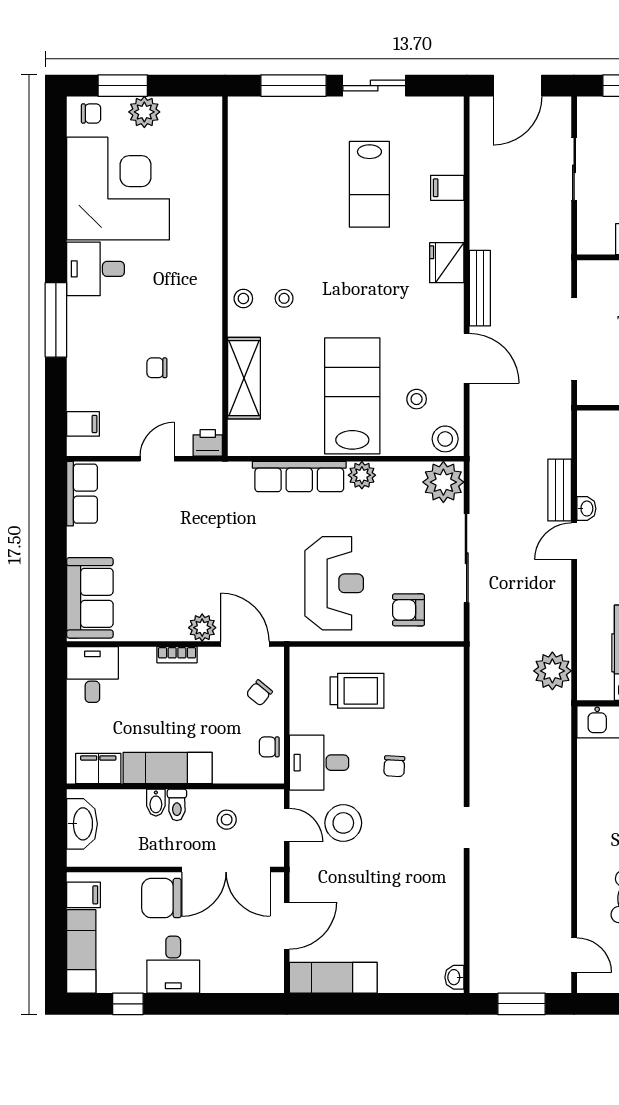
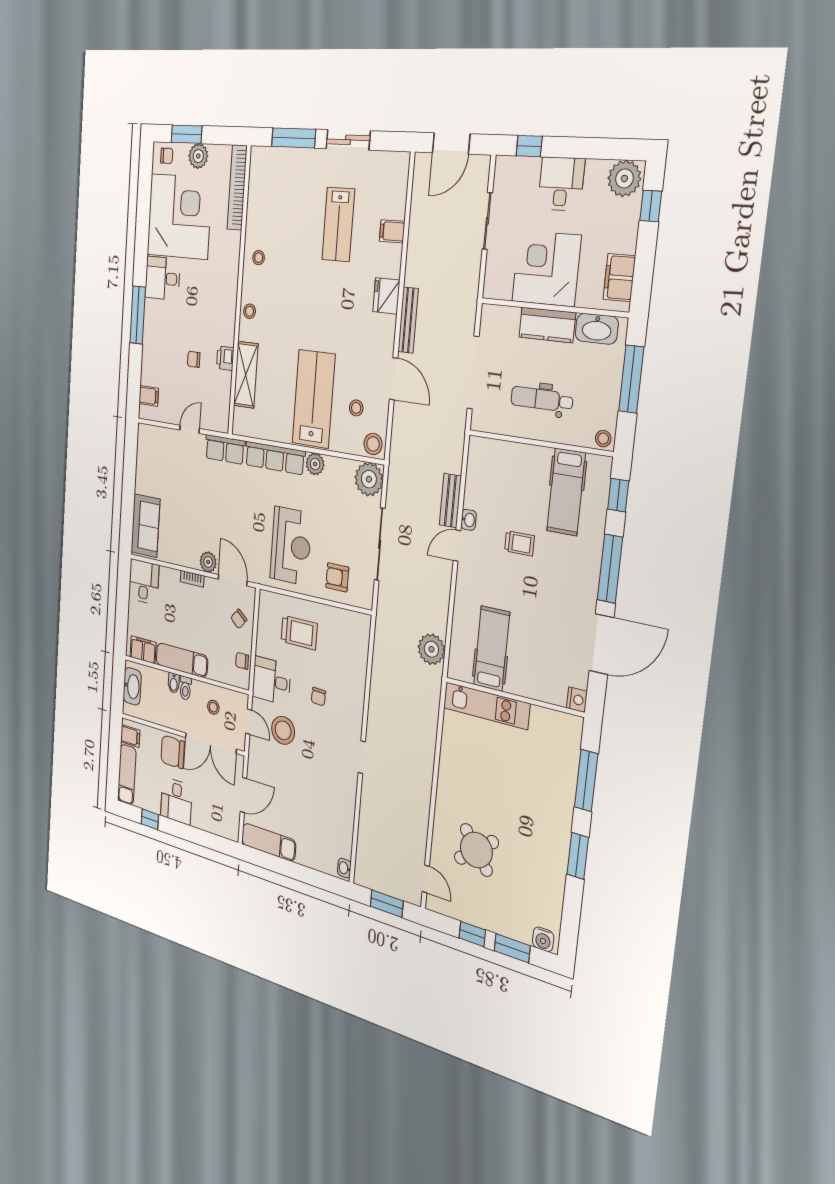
bookcase: (211, 148) -> (237, 187), added
stool: (284, 298) -> (259, 258), moved
printer: (208, 443) -> (225, 358), moved, turned -90
row of seats: (82, 494) -> (225, 449), moved, turned 90

